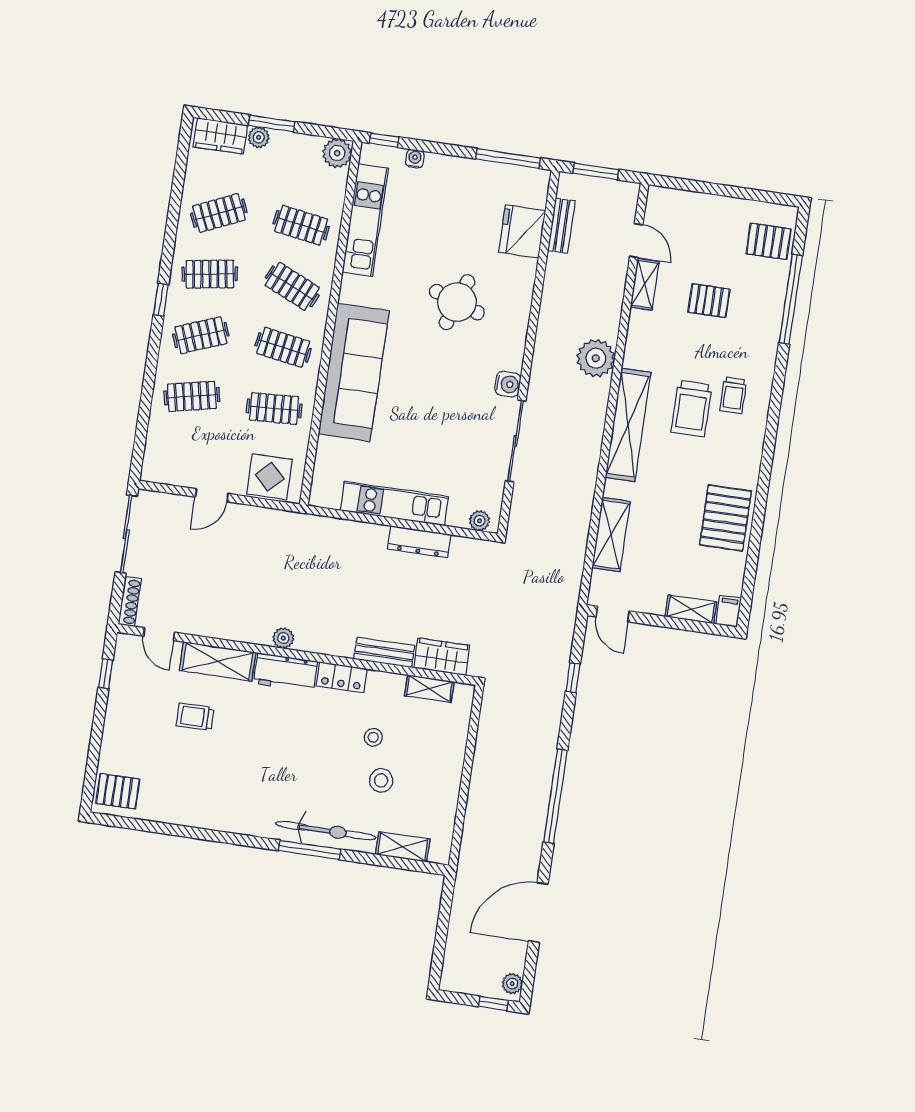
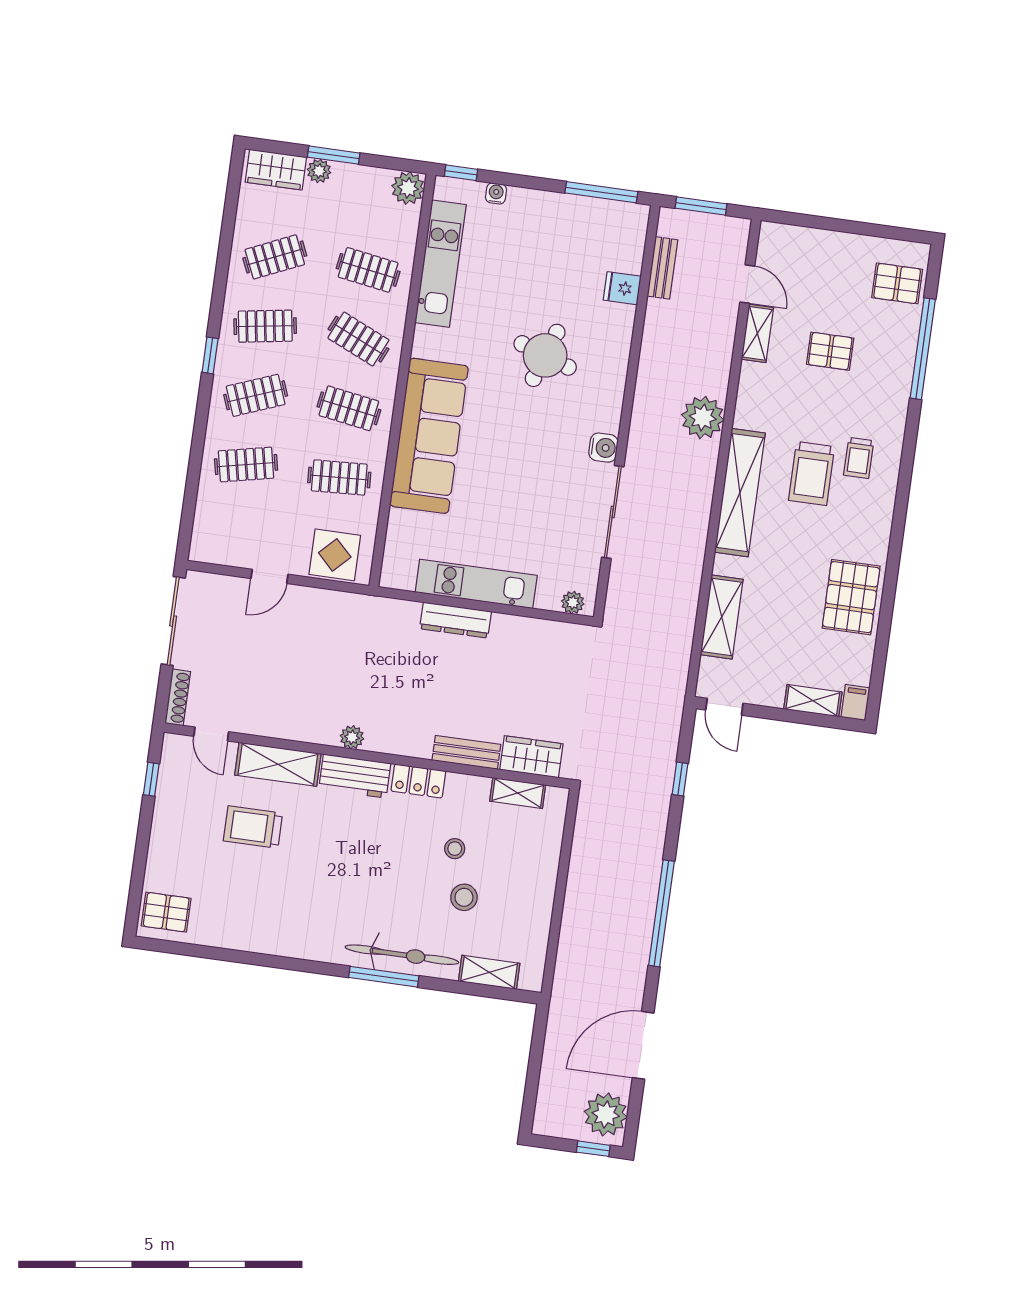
fridge: (522, 231) -> (622, 288), width x0.53, depth x0.75
dresser: (419, 542) -> (456, 620), moved
trolley: (195, 717) -> (253, 827), width x1.36, depth x1.39
plant: (512, 984) -> (606, 1114), width x1.87, depth x1.87

